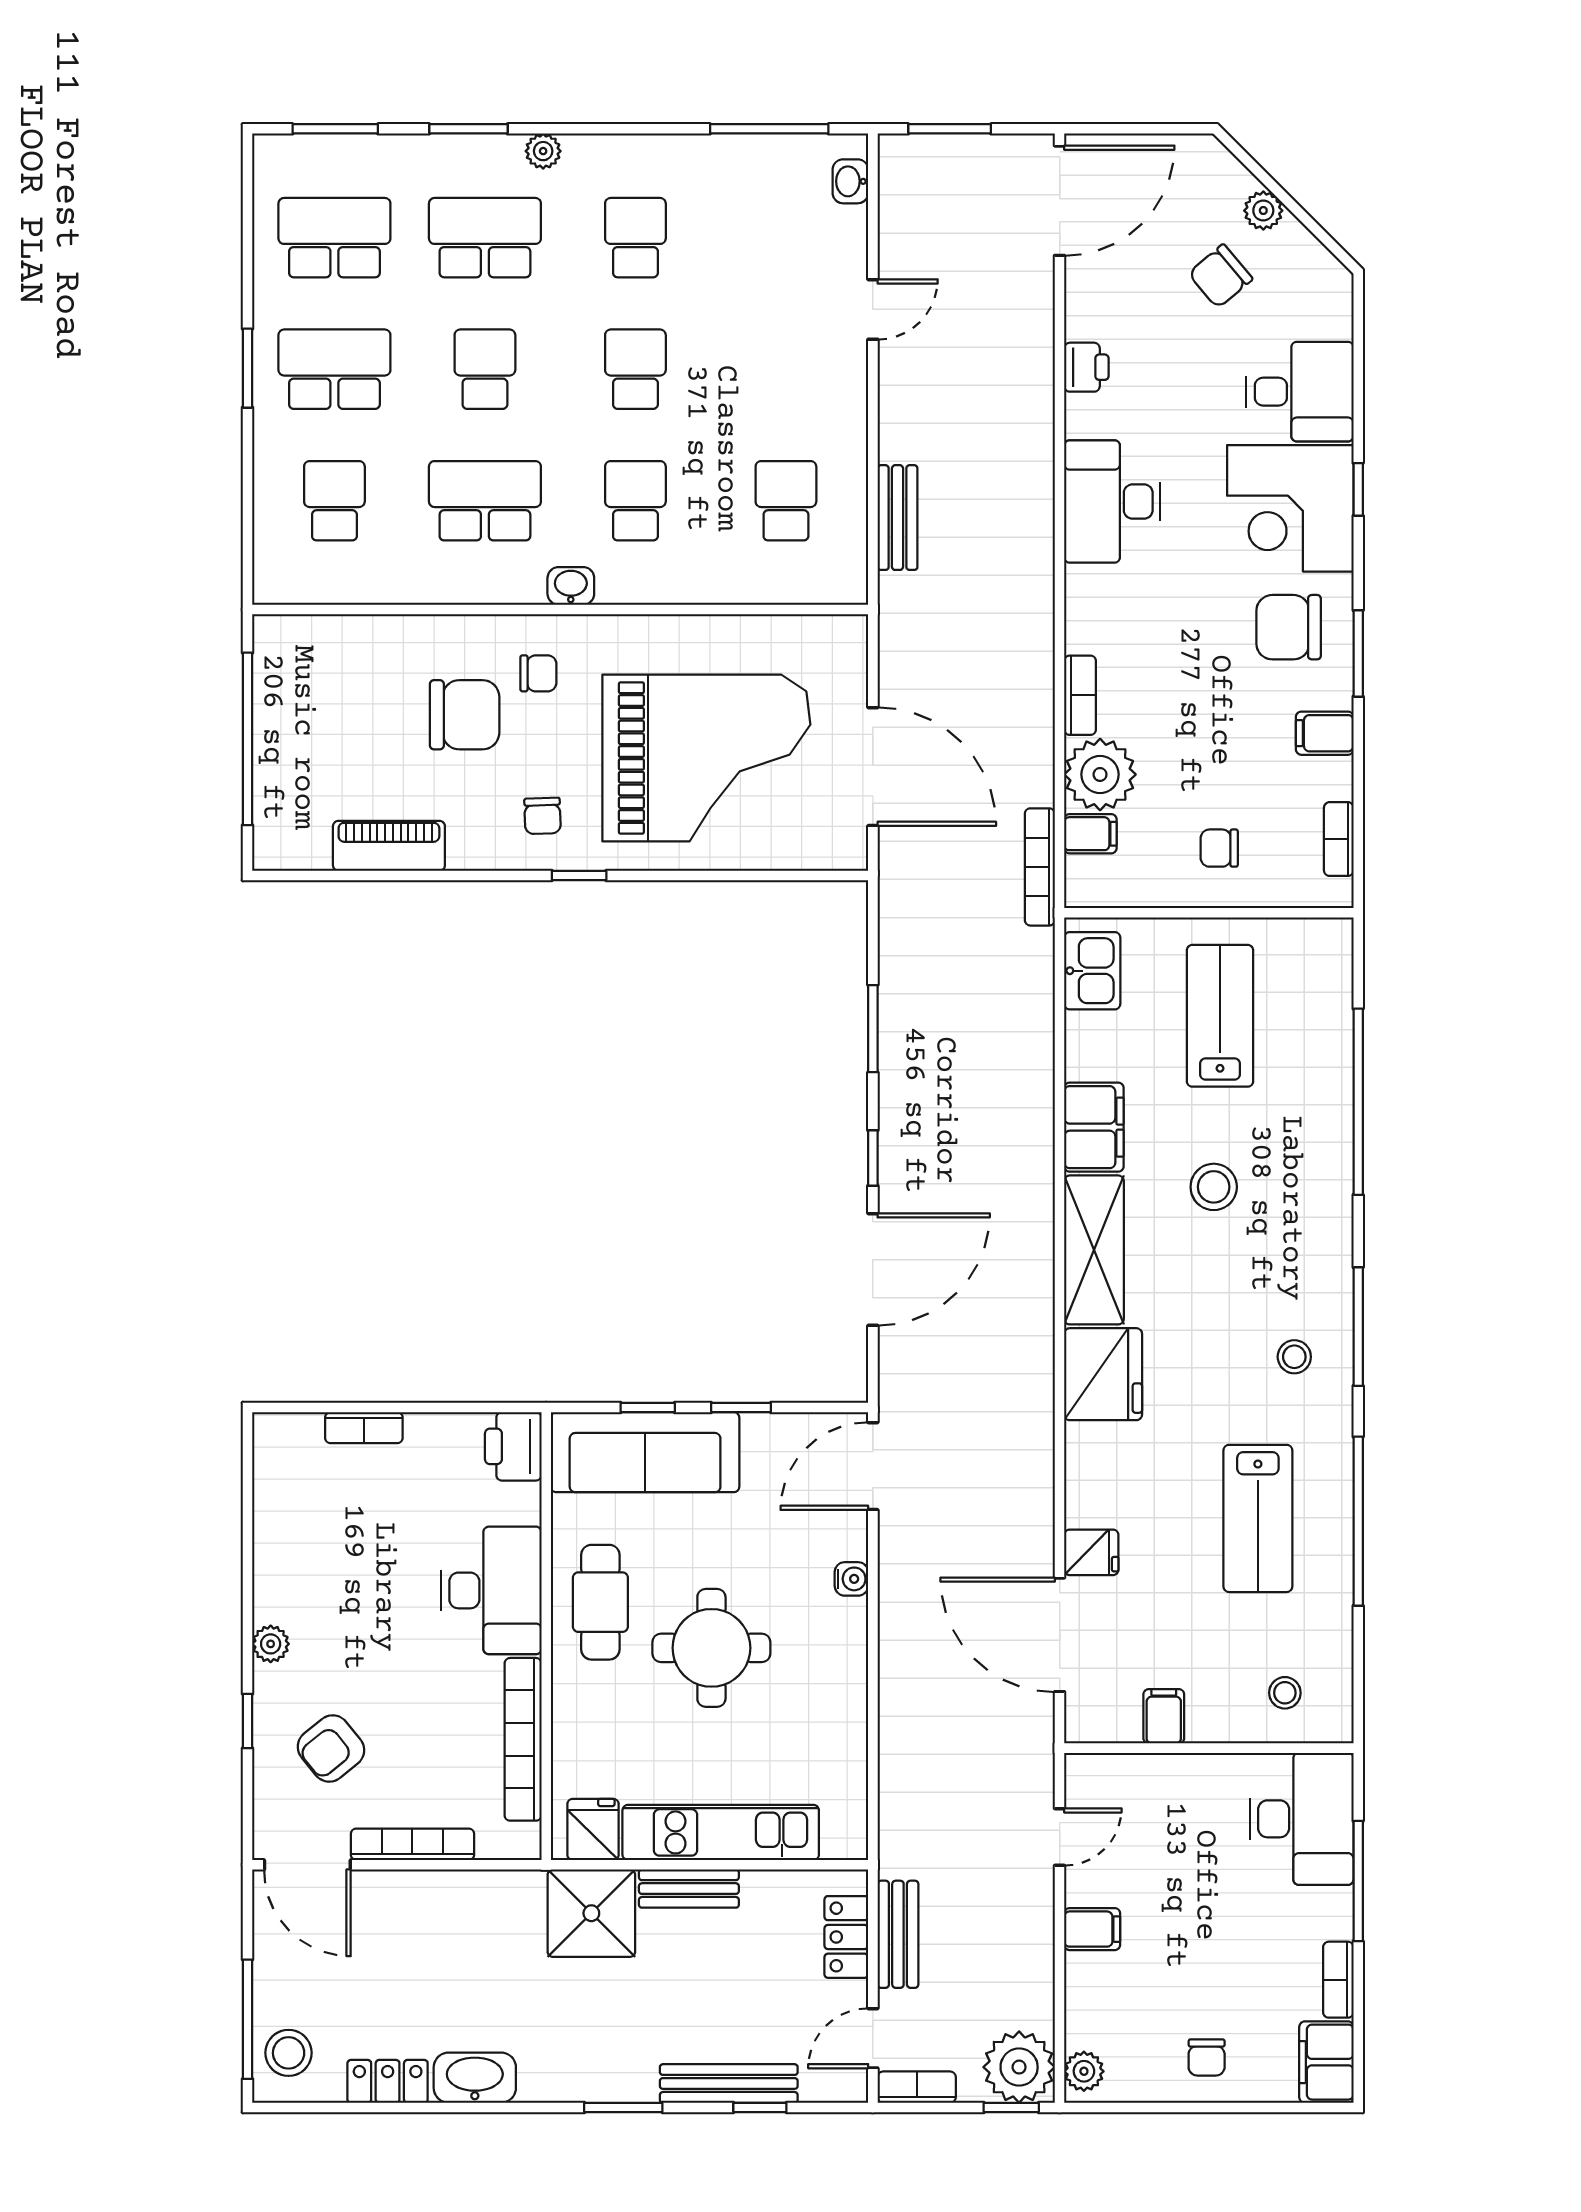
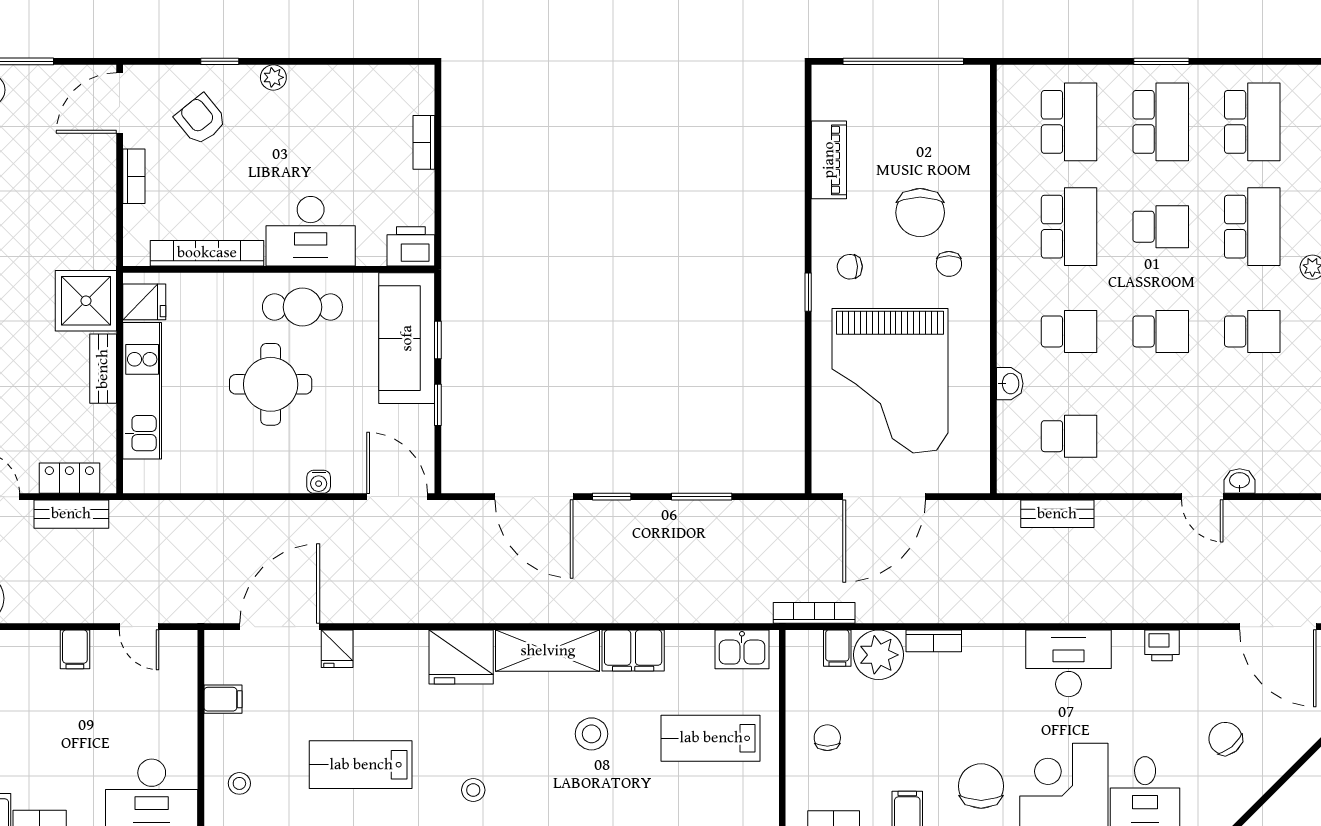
washbasin: (850, 181) -> (1240, 481), moved
plant: (1263, 211) -> (1271, 768), removed
school desk: (334, 501) -> (1069, 122), width x1.85
washbasin: (571, 586) -> (1010, 384), moved
lab bench: (1220, 1016) -> (711, 738), turned 180
bookcase: (412, 1844) -> (134, 176), width x0.64

